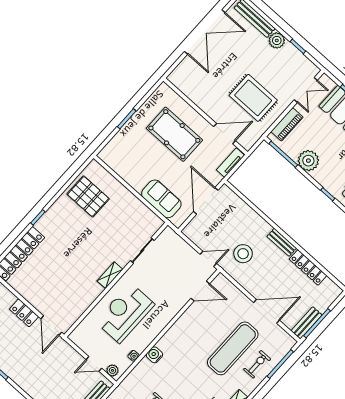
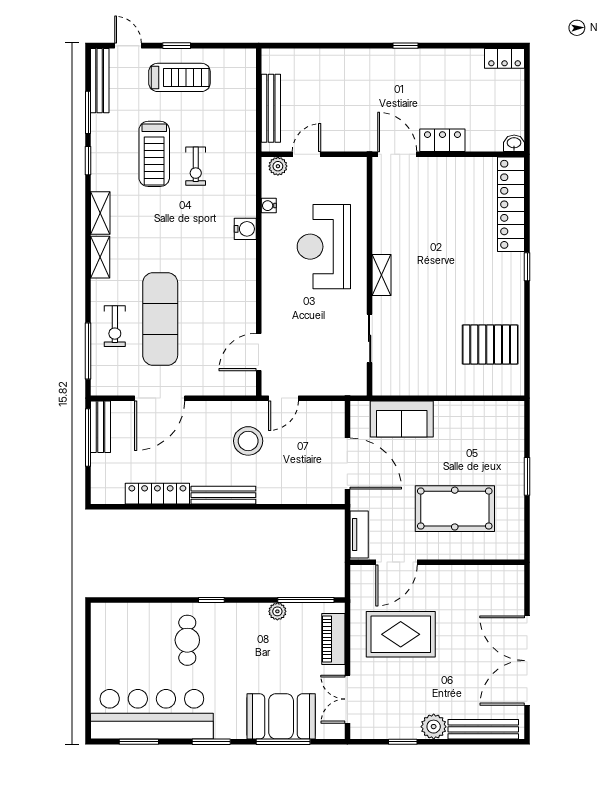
plant: (308, 161) -> (277, 611), width x0.53, depth x0.53
bench: (282, 242) -> (223, 495), width x1.36
reception desk: (125, 313) -> (324, 247), turned 180

